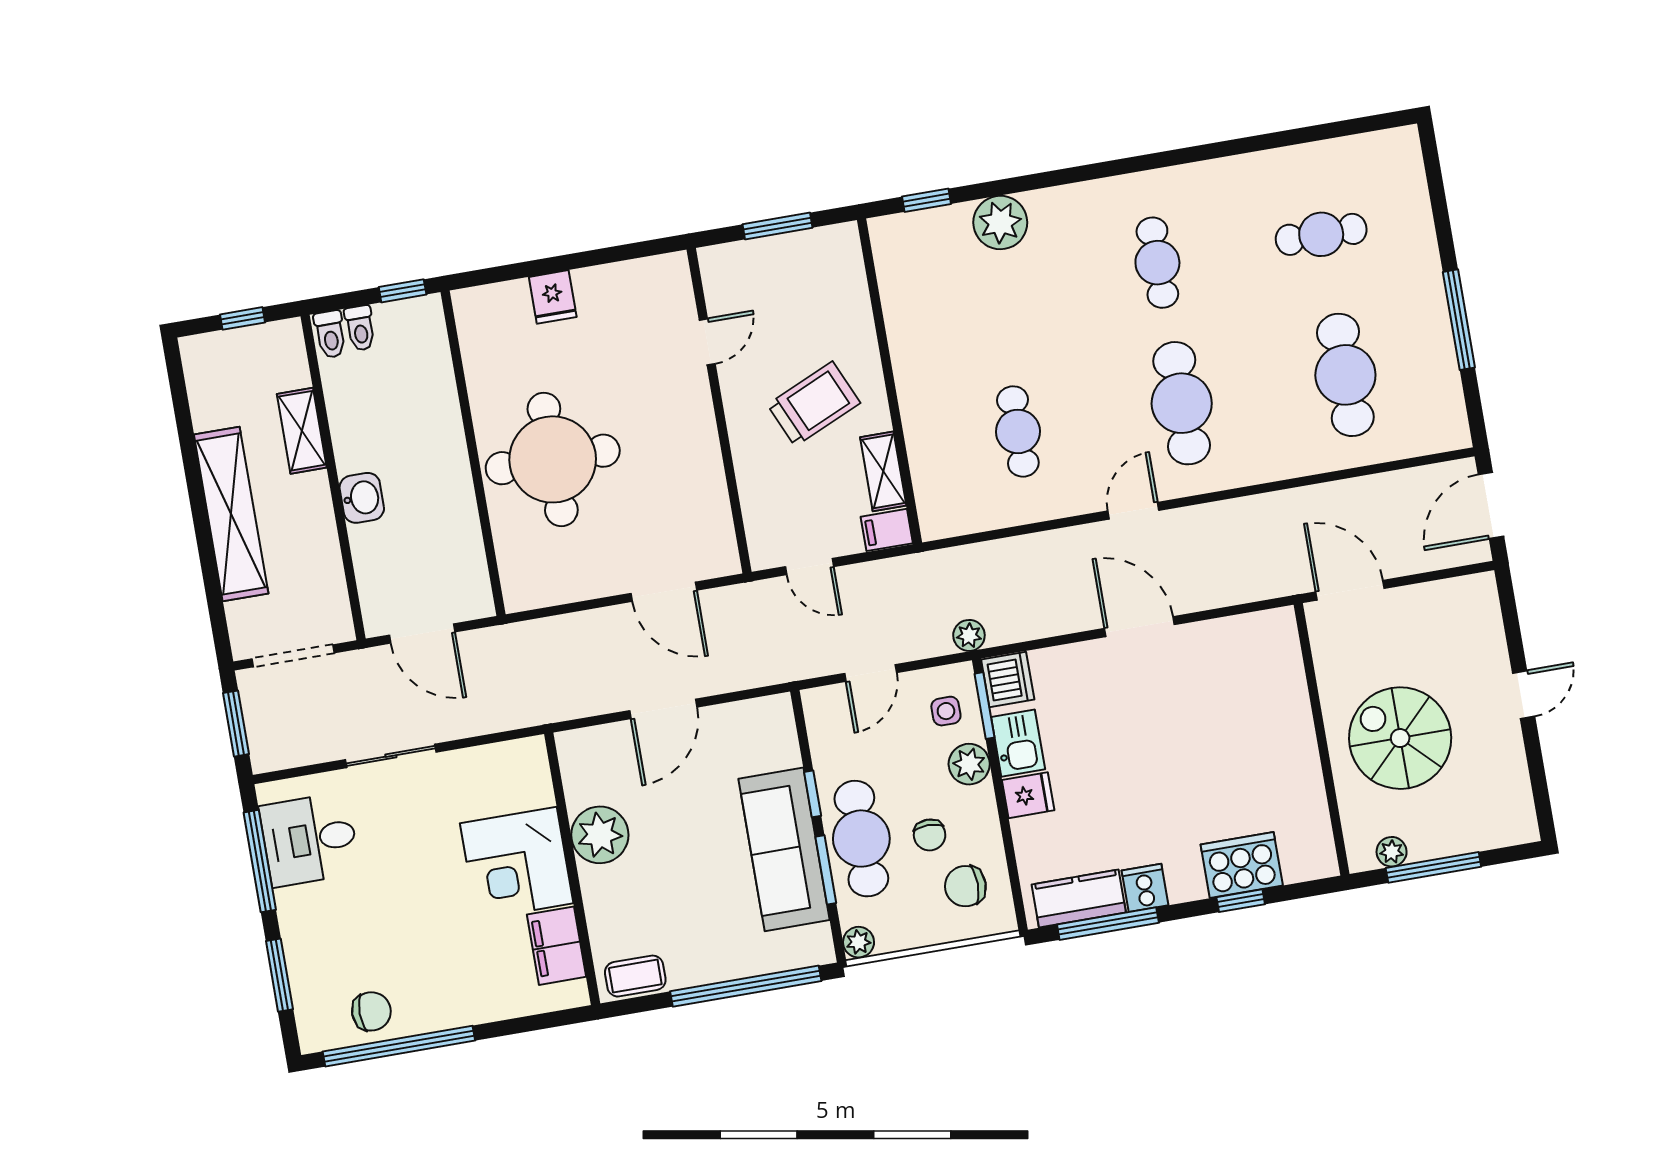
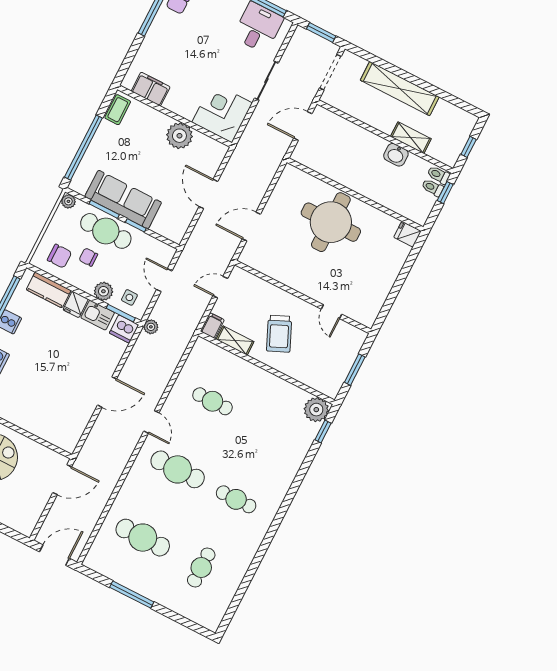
plant: (1000, 223) -> (316, 410), moved
window: (403, 291) -> (445, 193), moved
fridge: (553, 297) -> (408, 234), moved
washbasin: (362, 498) -> (396, 155), moved
door: (1491, 506) -> (54, 555), hinge flipped
corner desk: (517, 863) -> (222, 113), moved
chair: (965, 886) -> (60, 256), turned 90
kitchen counter: (1079, 899) -> (49, 290), moved, turned 90

